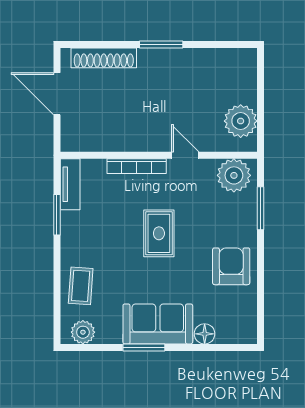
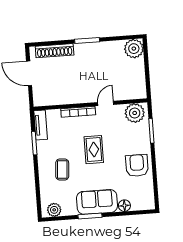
plant: (241, 121) -> (134, 49), moved
door: (185, 155) -> (106, 103), hinge flipped
coffee table: (81, 286) -> (62, 169), moved

